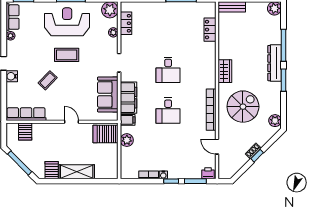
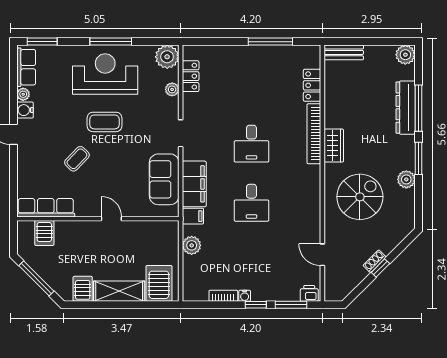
dresser: (275, 63) -> (406, 108), moved
water cooler: (12, 76) -> (25, 110), moved
bookcase: (211, 110) -> (314, 134), moved
plant: (275, 121) -> (406, 179), moved
server rack: (106, 134) -> (159, 283), moved, turned 90

